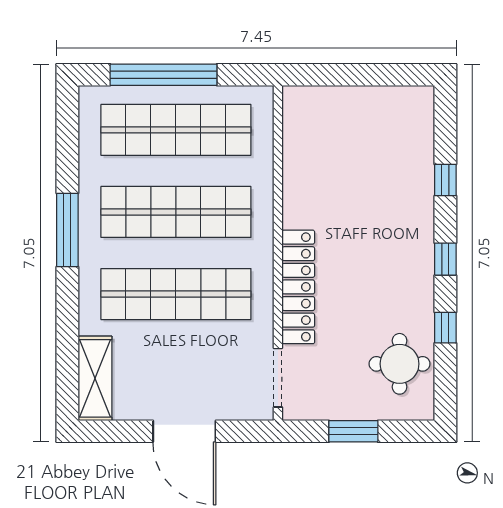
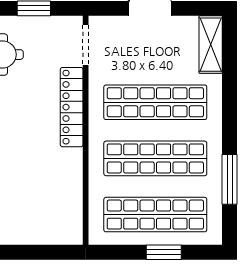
window: (164, 75) -> (164, 252), width x0.47
window: (67, 230) -> (230, 179), moved

